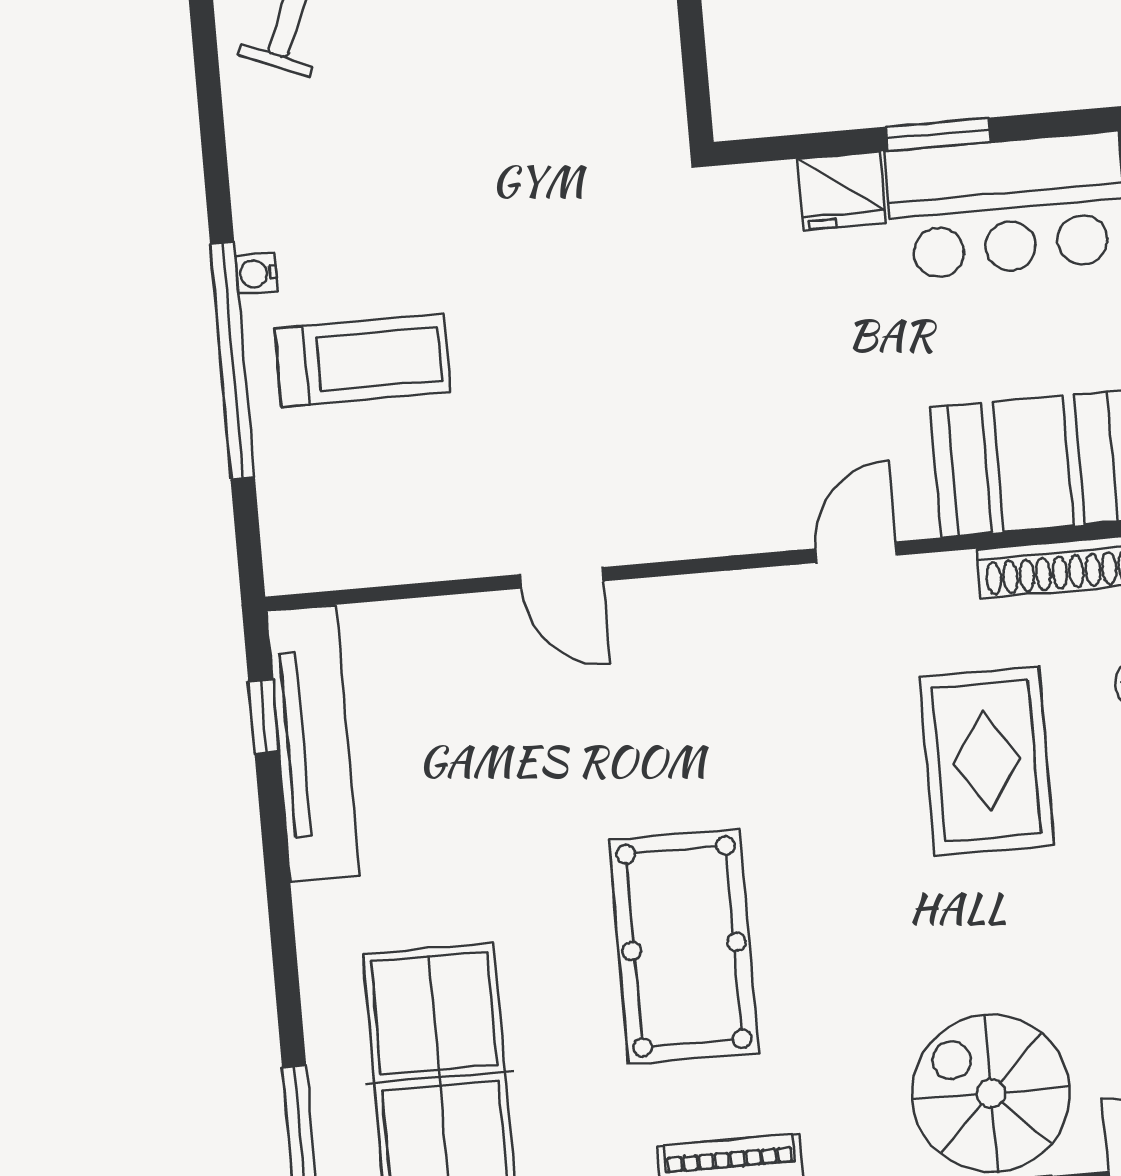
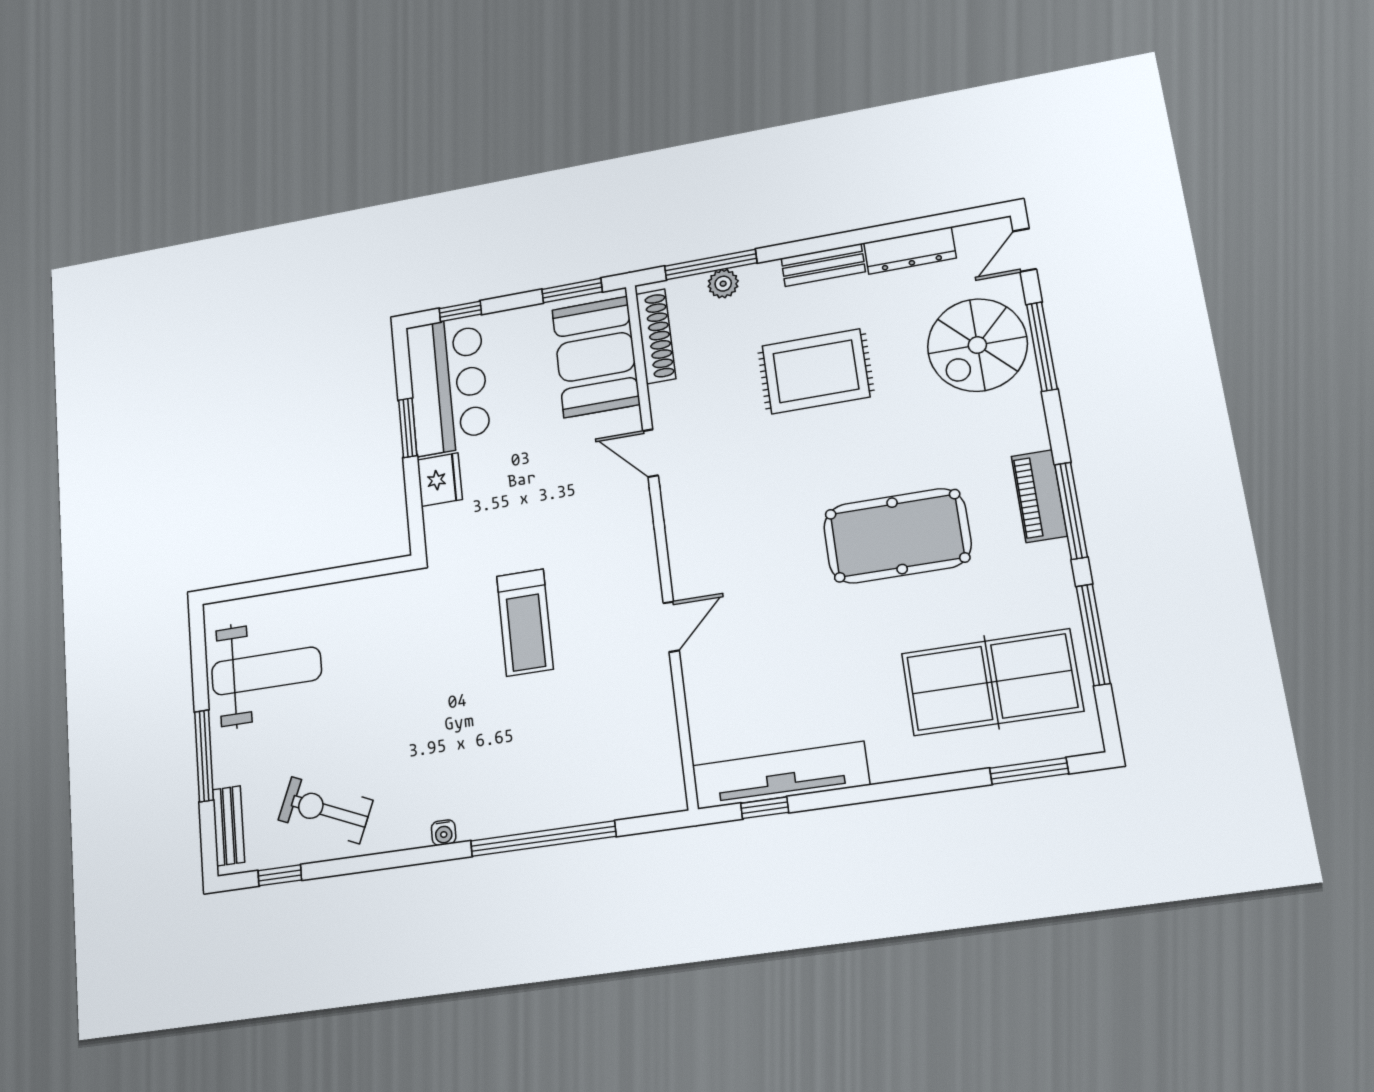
water cooler: (257, 273) -> (444, 833), moved
treadmill: (363, 360) -> (525, 622), moved, turned 180
rug: (987, 761) -> (816, 371), moved

